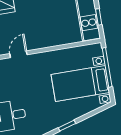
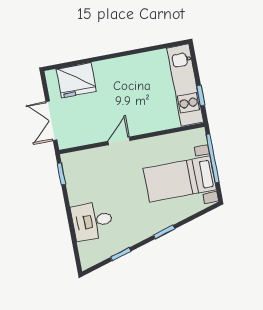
door: (18, 54) -> (119, 141), moved

